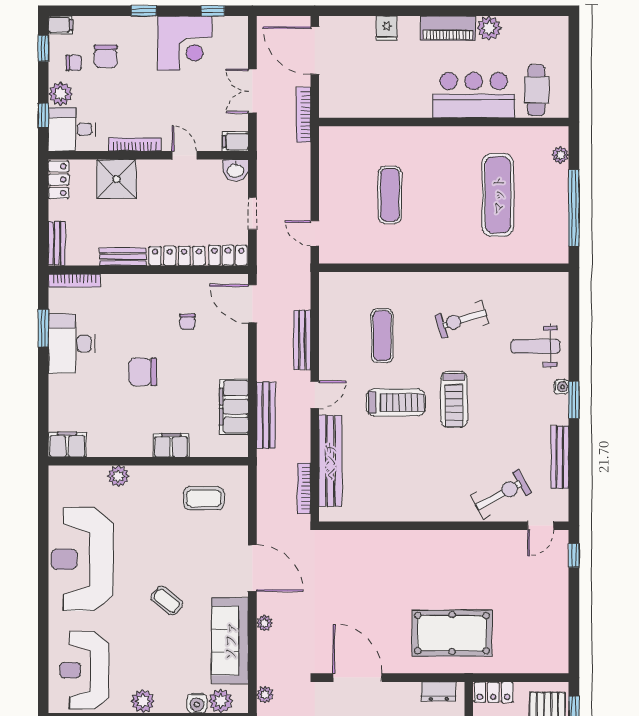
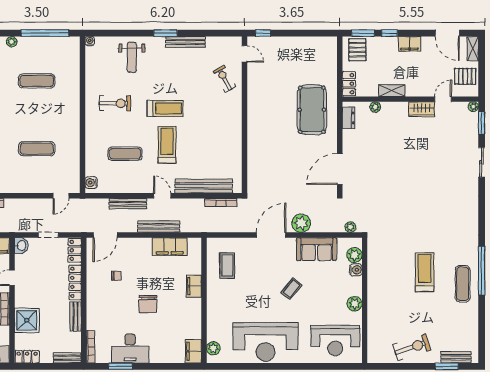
exercise mat: (498, 195) -> (37, 81), width x0.73, depth x0.69
water cooler: (336, 281) -> (91, 183), added
exercise bike: (462, 320) -> (115, 103), turned -73
water cooler: (561, 387) -> (90, 41), moved
bench: (266, 415) -> (159, 227), moved
bench: (560, 457) -> (185, 42), moved
plant: (118, 476) -> (213, 348), moved
exercise bike: (501, 494) -> (225, 79), width x0.73, depth x0.72
plant: (264, 623) -> (301, 223), width x1.88, depth x1.88
sofa: (230, 641) -> (317, 249), width x0.73

